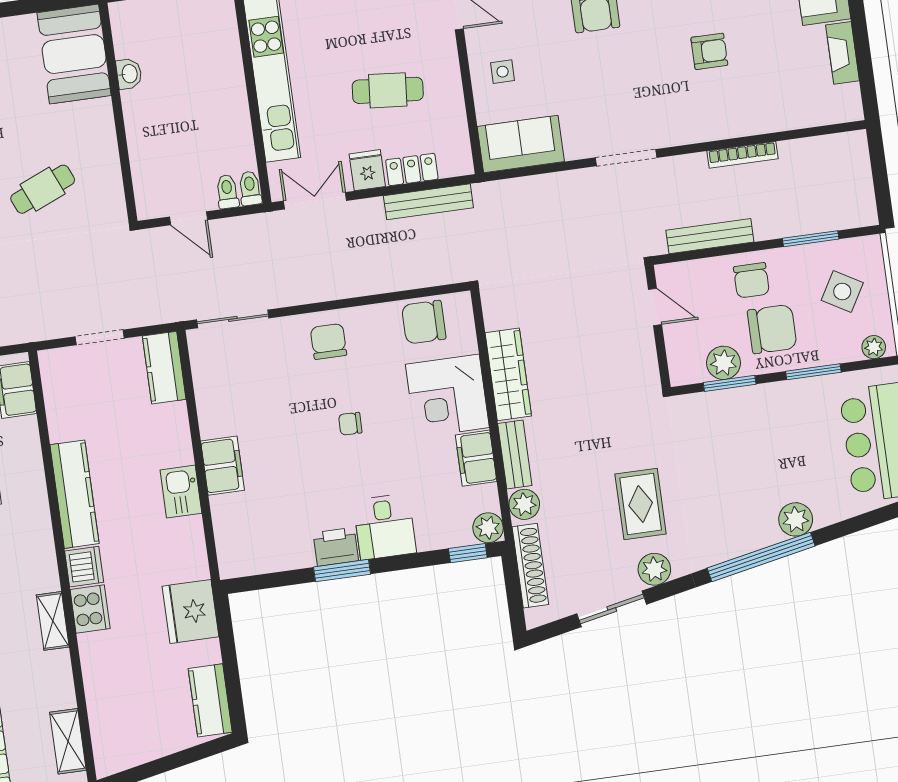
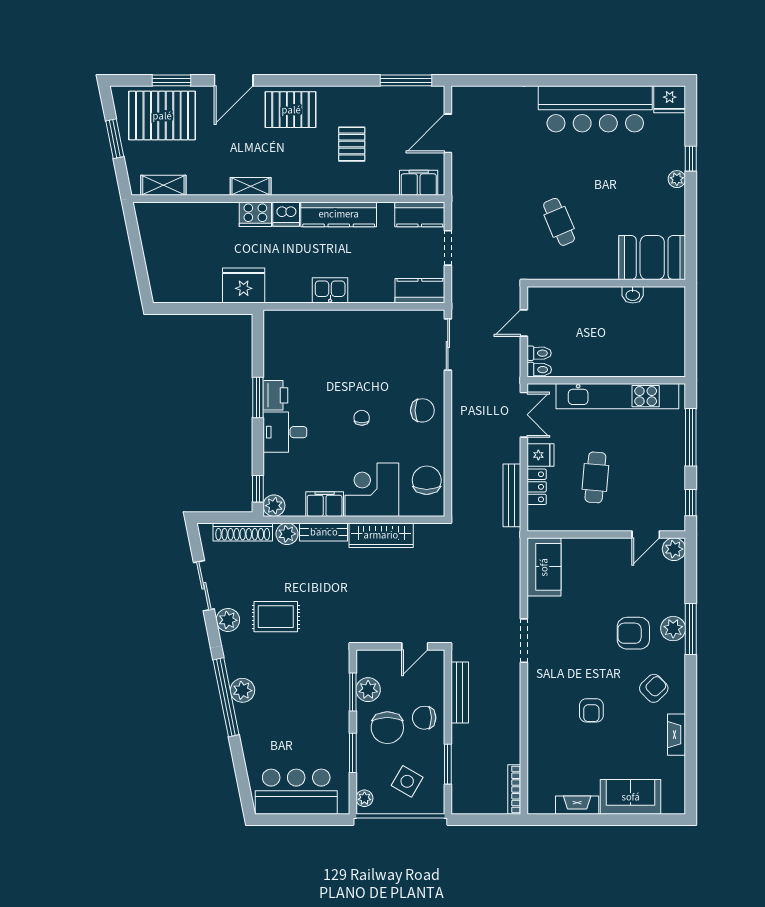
side table: (503, 72) -> (597, 561), removed
bookcase: (742, 155) -> (514, 789), moved
filing cabinet: (223, 466) -> (344, 323), removed
plant: (796, 519) -> (242, 690), moved
kitchen counter: (210, 700) -> (420, 214), moved, turned 180

